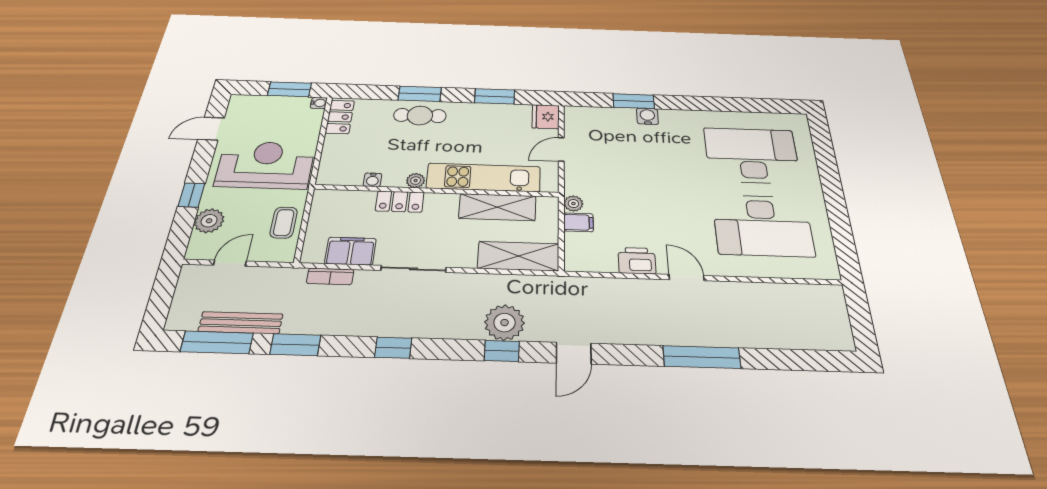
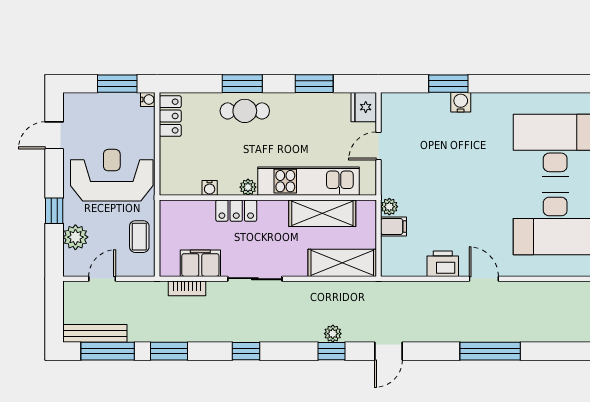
bench: (241, 323) -> (95, 333), moved
plant: (505, 323) -> (333, 334), width x0.53, depth x0.53

